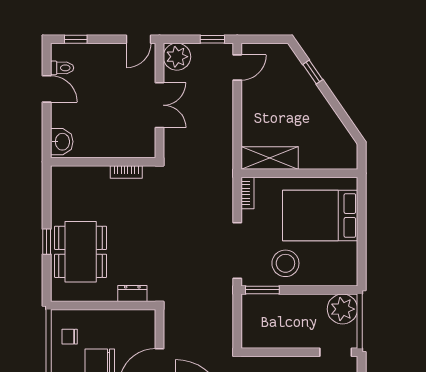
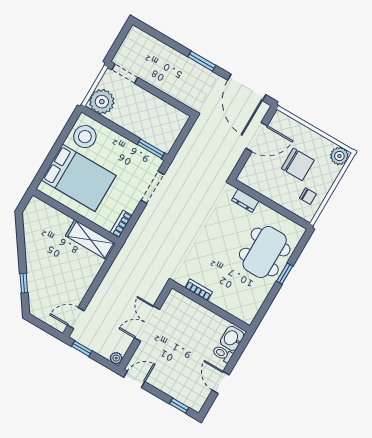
plant: (177, 57) -> (116, 358), width x0.53, depth x0.53
toilet: (62, 68) -> (223, 354), moved
doorway: (237, 251) -> (152, 187), width x0.73
stool: (285, 263) -> (85, 137), moved

